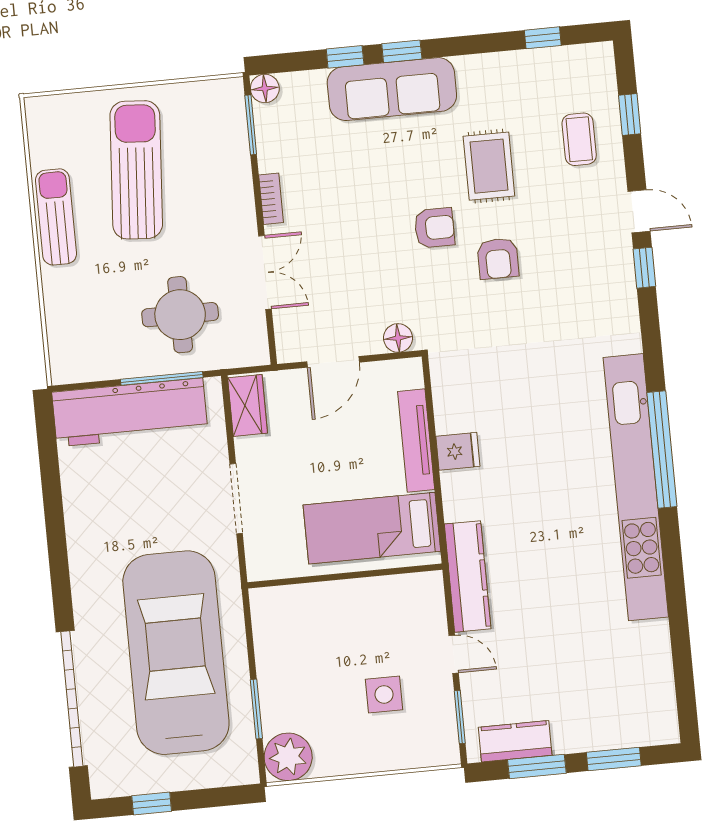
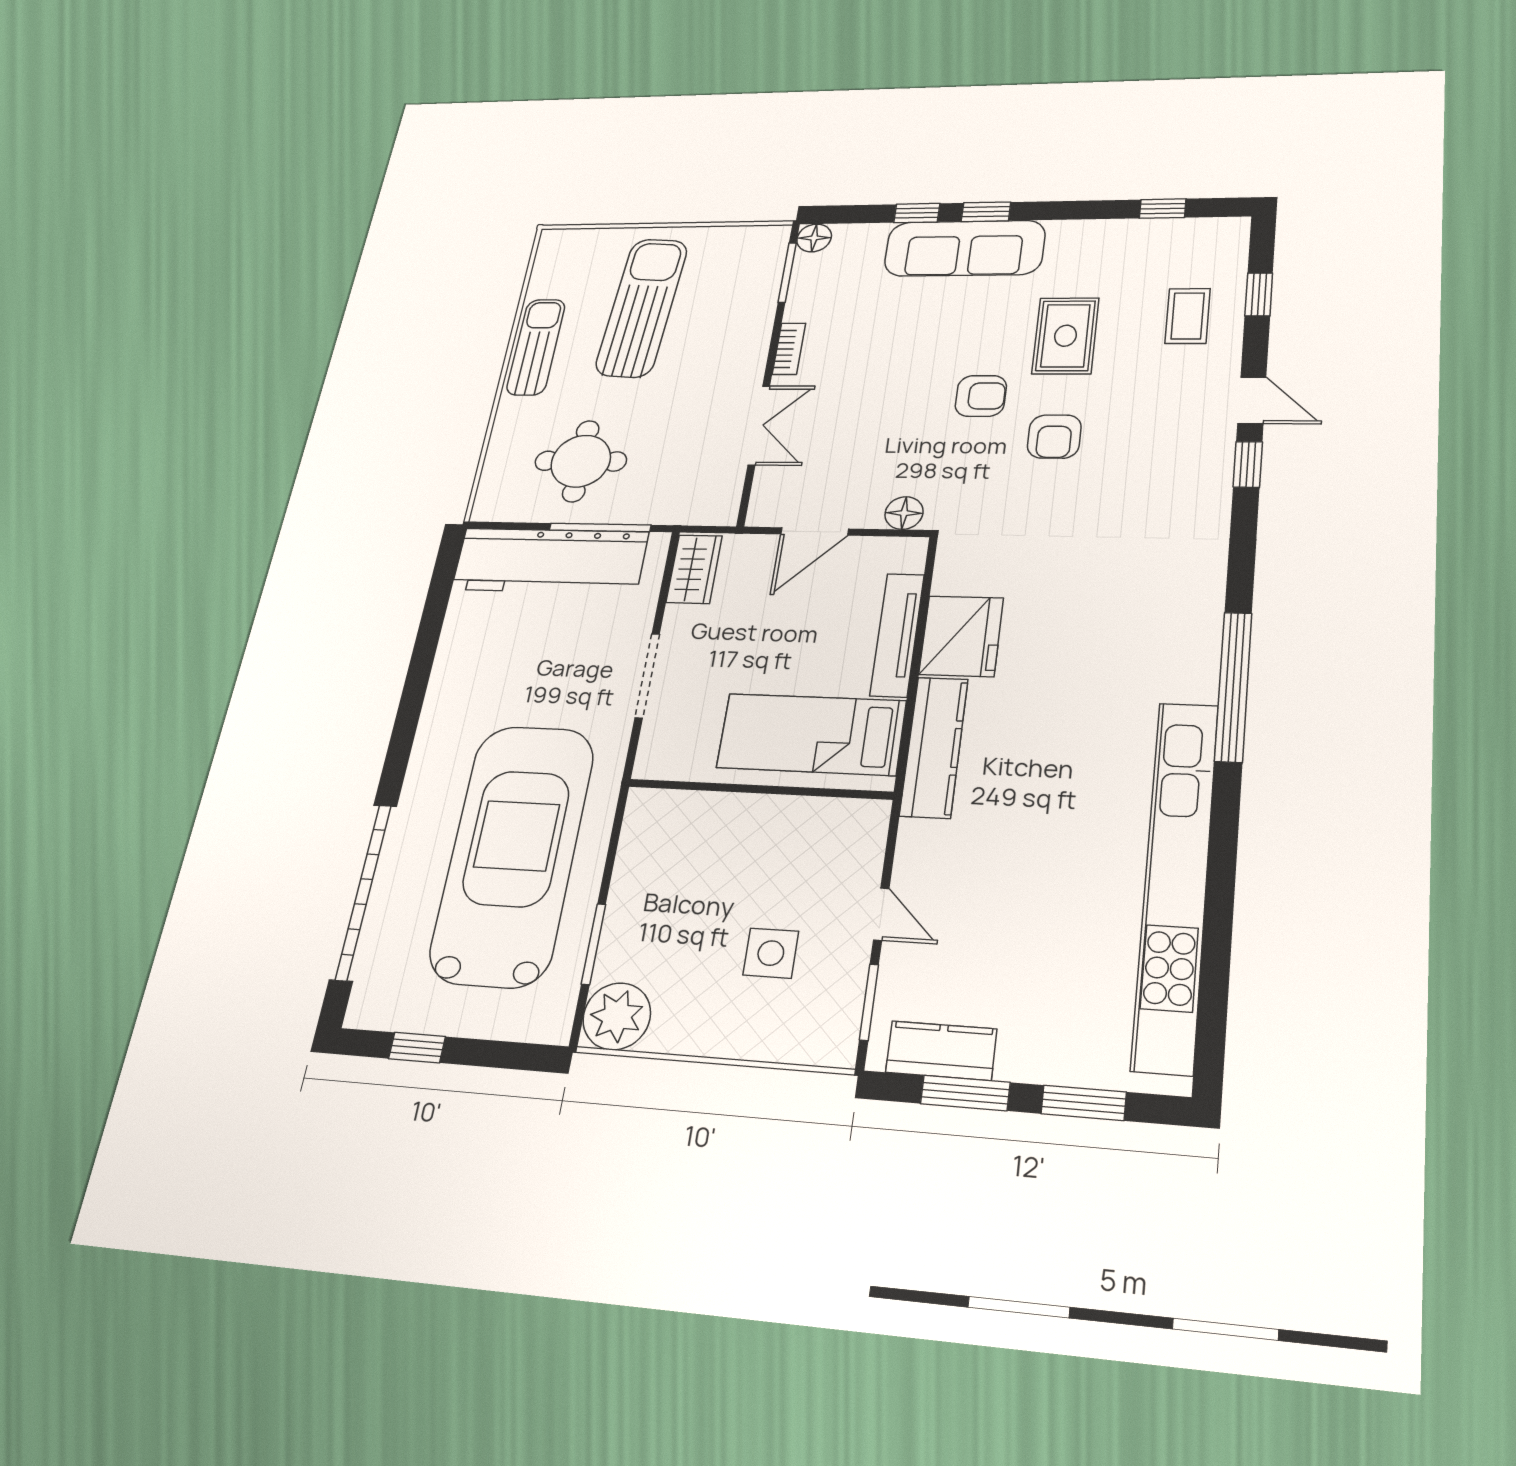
round table: (180, 315) -> (581, 461), moved
fridge: (458, 451) -> (961, 636), width x1.88, depth x1.34
kitchen unit: (636, 487) -> (1176, 882), moved
kitchen counter: (468, 576) -> (934, 747), moved

